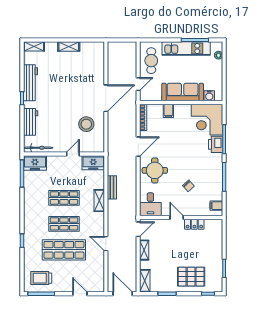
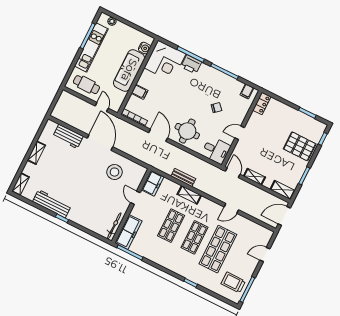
workbench: (31, 122) -> (68, 136), moved, turned 180
freezer: (35, 163) -> (128, 232), width x1.40
locker: (194, 224) -> (262, 103), moved
pallet: (191, 277) -> (300, 146), turned 90
trolley: (41, 278) -> (233, 282), turned 90

